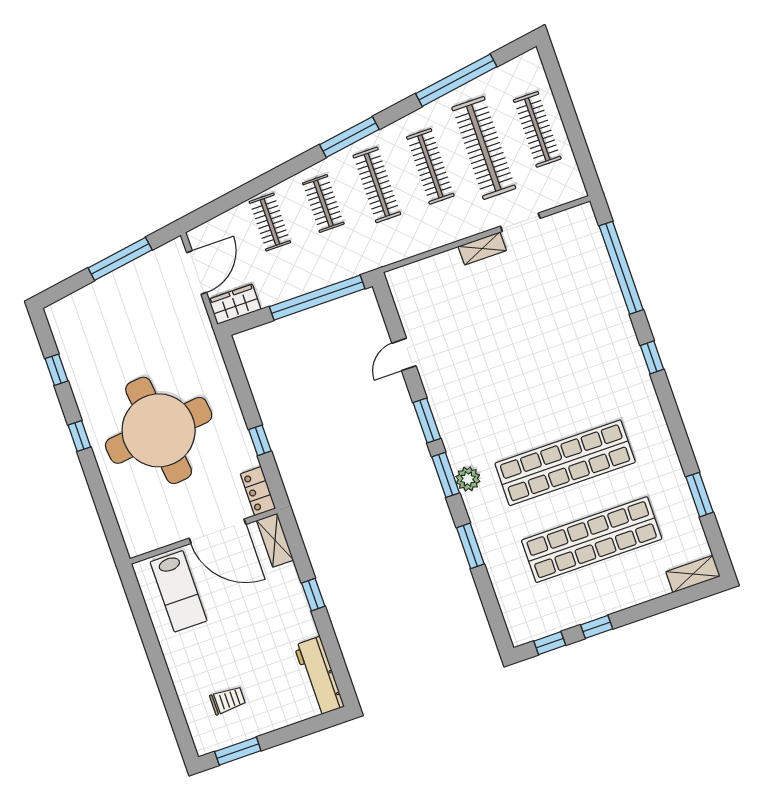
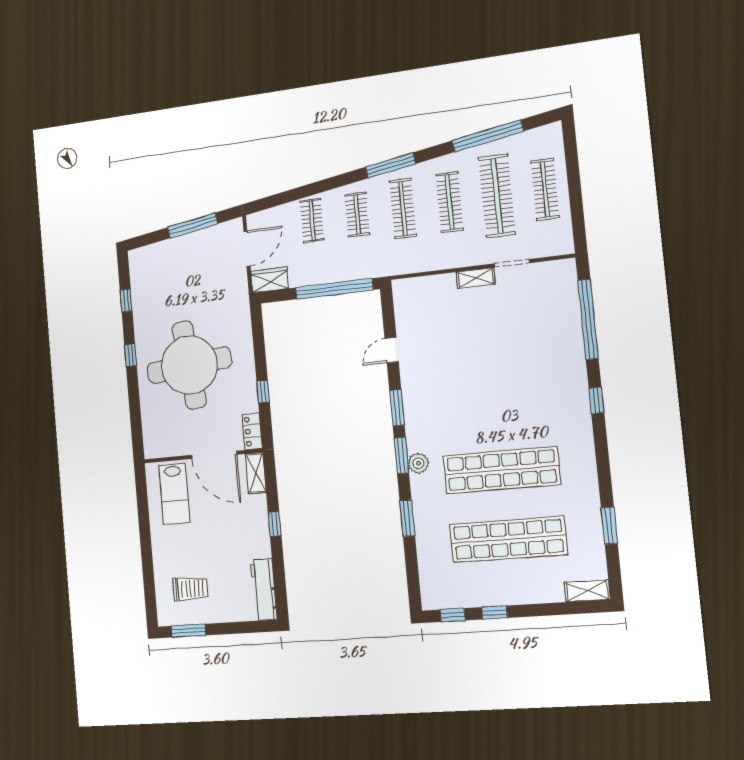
trolley: (228, 700) -> (190, 589), width x1.36, depth x1.39

